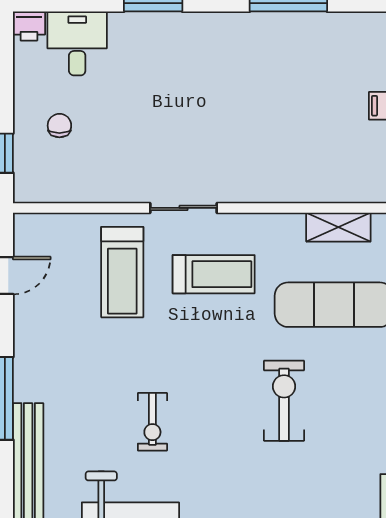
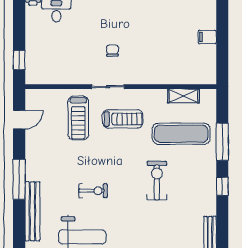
chair: (59, 126) -> (112, 50), moved
exercise bike: (152, 422) -> (93, 191), turned -90

